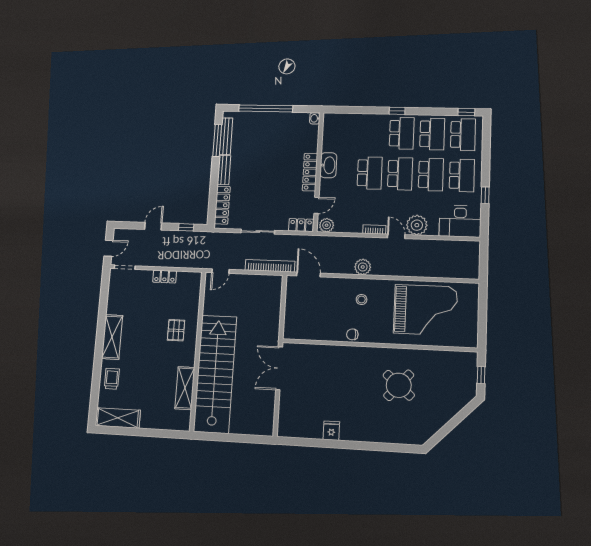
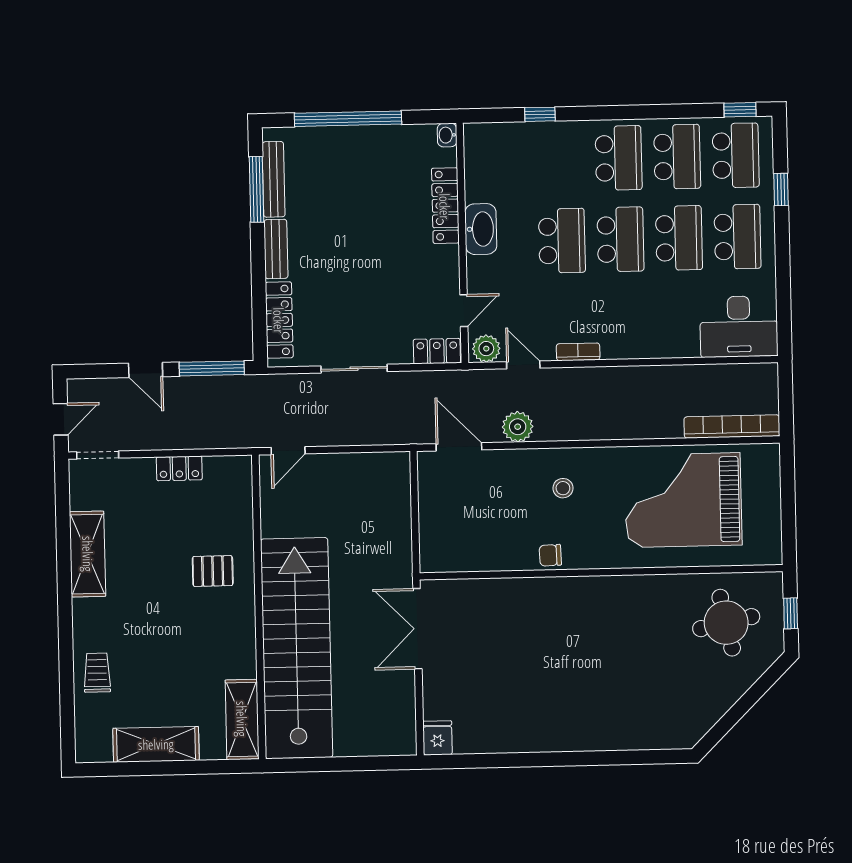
window: (397, 111) -> (540, 114), moved
locker: (310, 172) -> (445, 206), moved
window: (485, 195) -> (781, 190), moved
plant: (417, 225) -> (658, 339), removed
door: (153, 226) -> (146, 370), swing flipped
window: (186, 227) -> (212, 368), width x2.17
door: (396, 236) -> (523, 365), moved
bookcase: (270, 266) -> (732, 427), moved
plant: (363, 267) -> (518, 427), moved
grand piano: (425, 310) -> (683, 500), turned 180
pallet: (176, 330) -> (213, 571), turned 90
shelving: (112, 337) -> (88, 554), moved
round table: (399, 385) -> (726, 623), moved, turned 37
shelving: (185, 388) -> (242, 719), moved
shelving: (118, 418) -> (156, 744), moved
fridge: (331, 431) -> (437, 738), moved

